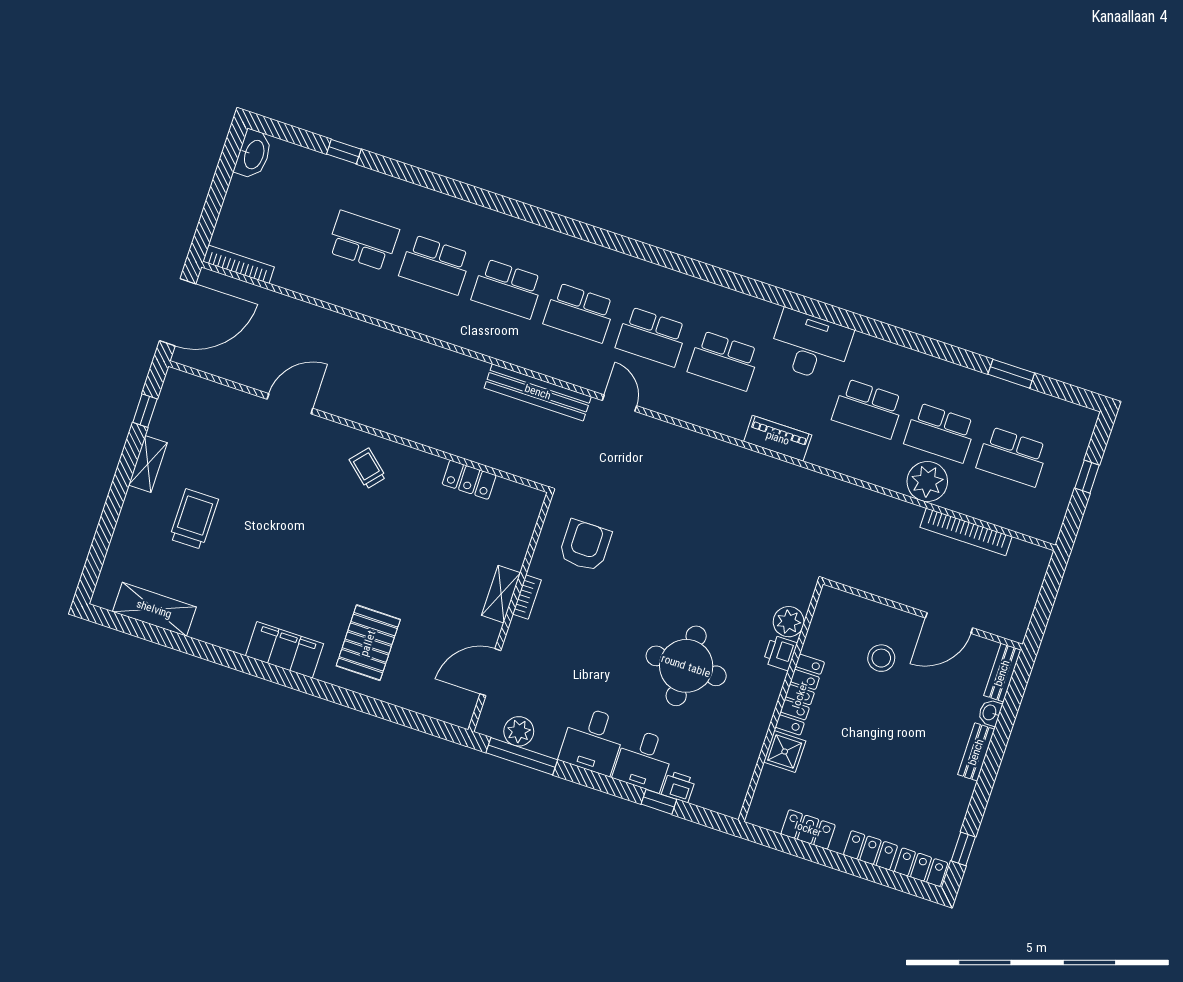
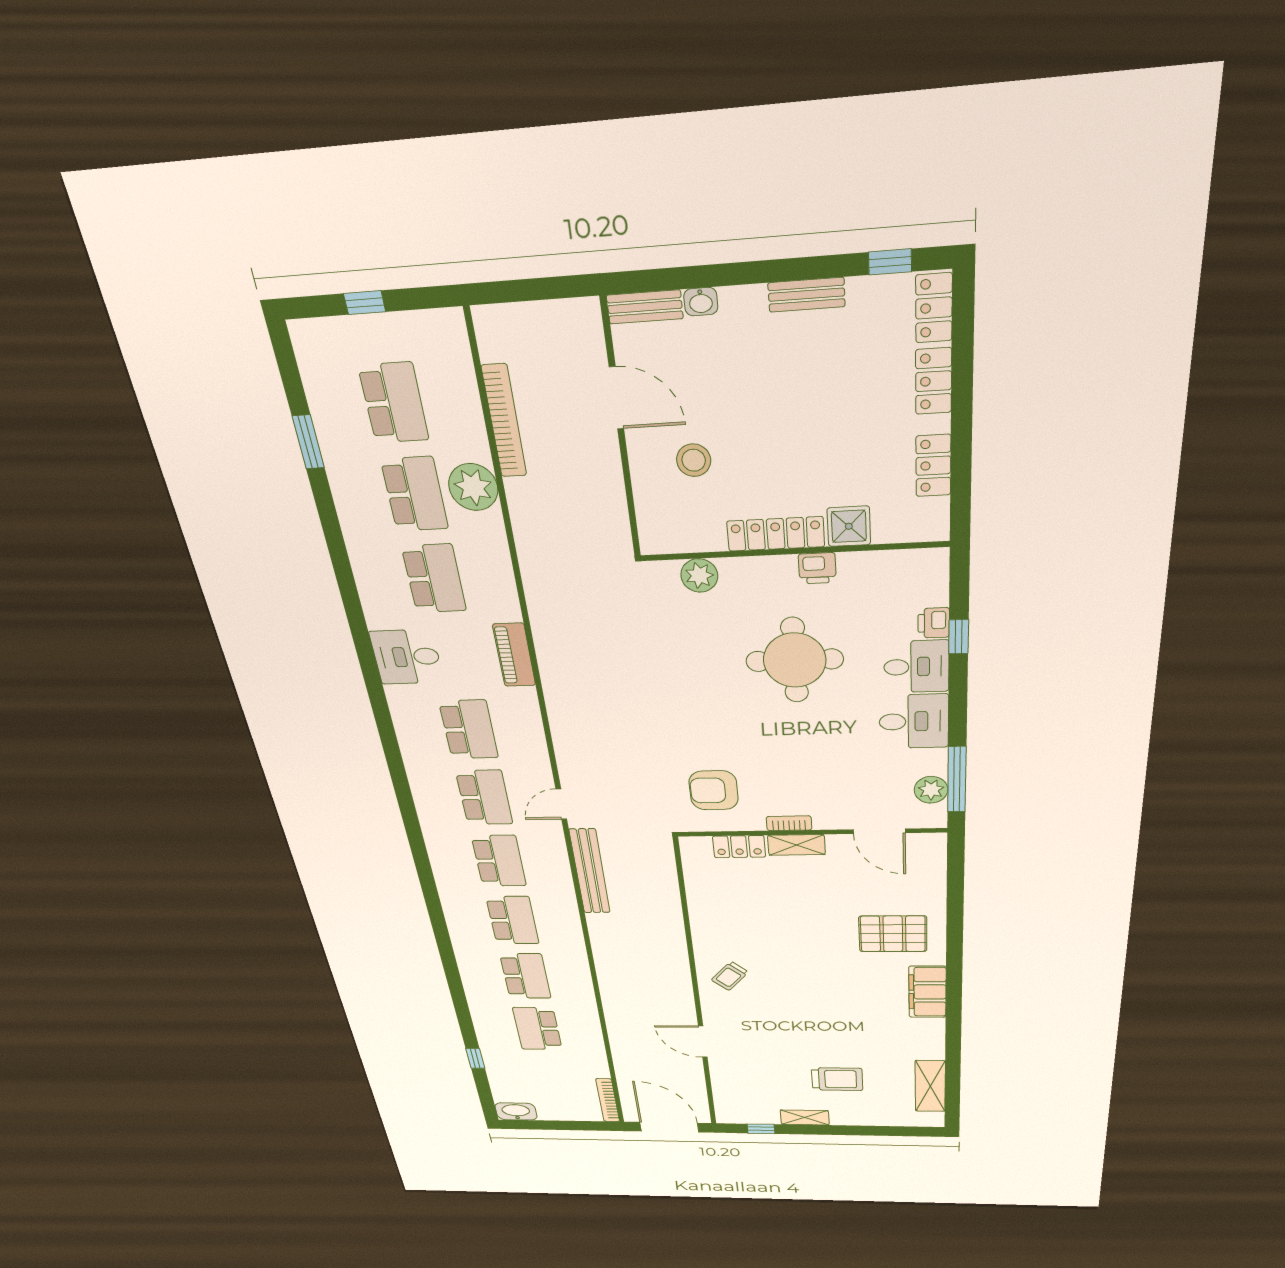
desk: (810, 346) -> (407, 657), width x0.73
locker: (469, 480) -> (739, 847), moved, turned 90
trolley: (194, 519) -> (837, 1079), turned 180
printer: (780, 653) -> (817, 568), moved
bench: (976, 752) -> (806, 295), moved

